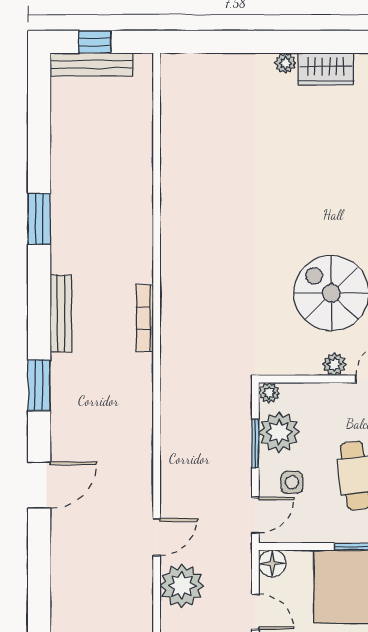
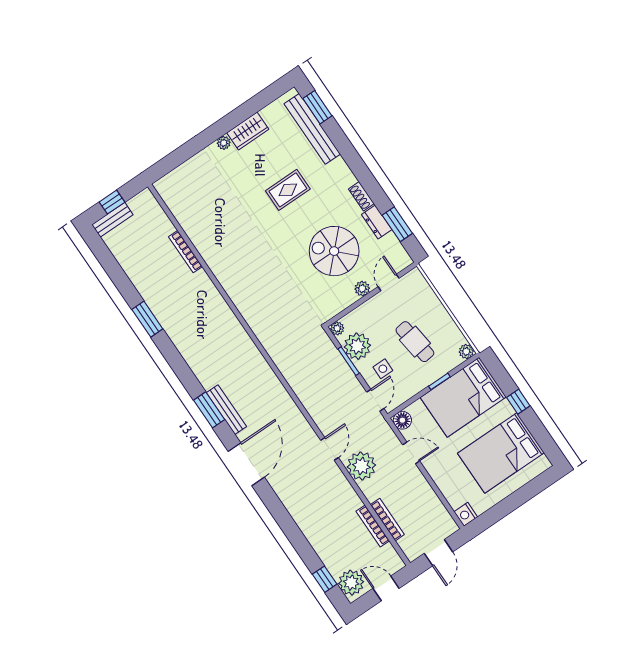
bench: (91, 64) -> (112, 220), width x0.73
rug: (326, 177) -> (288, 190), added
bench: (61, 313) -> (226, 410), moved
bookcase: (145, 318) -> (186, 252), moved
door: (39, 485) -> (246, 464), width x1.36

